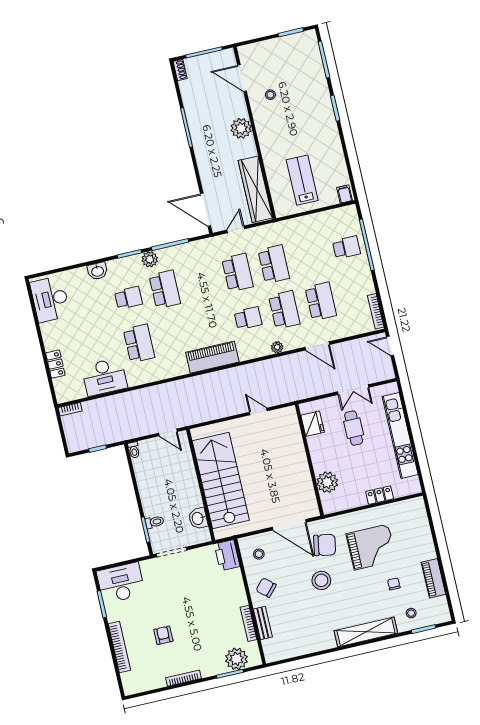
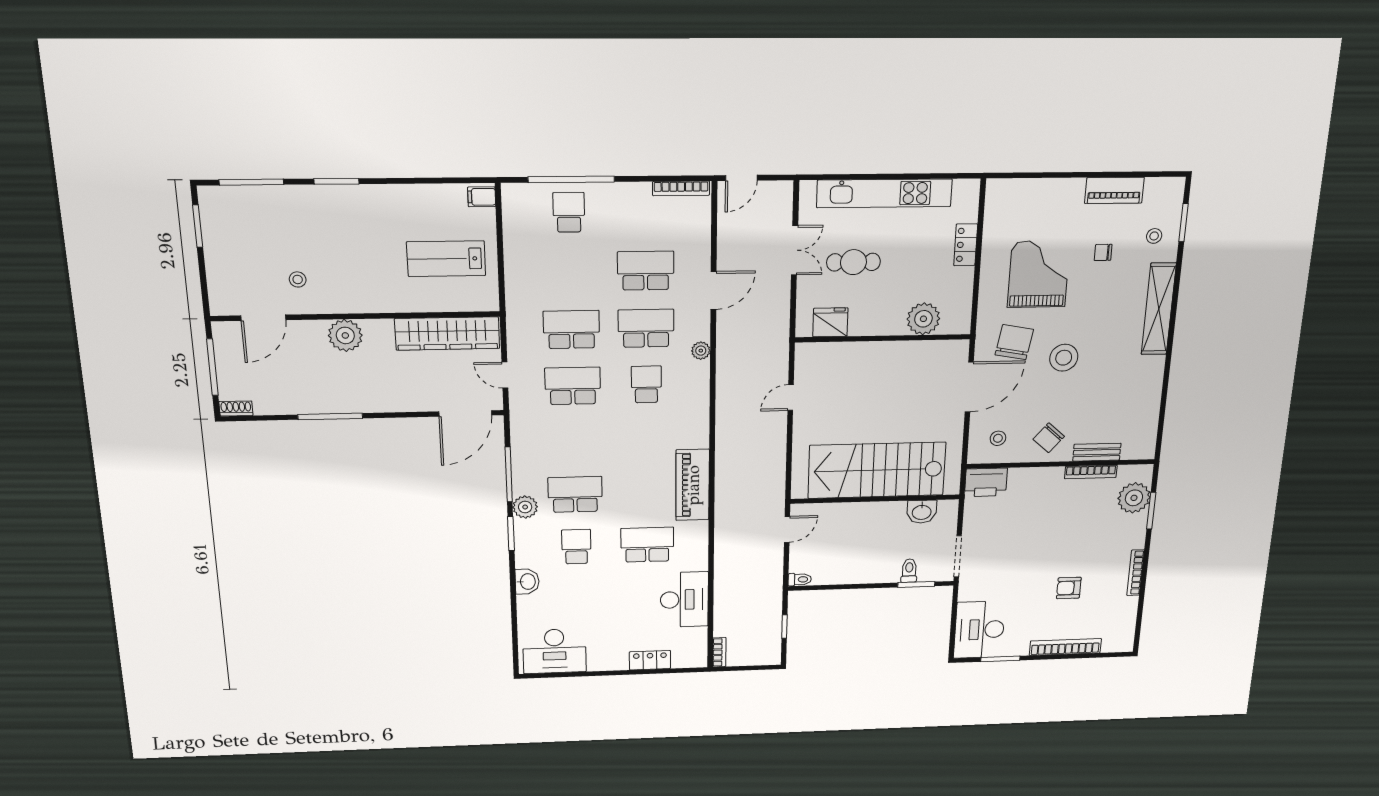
piano: (212, 357) -> (693, 485), moved

